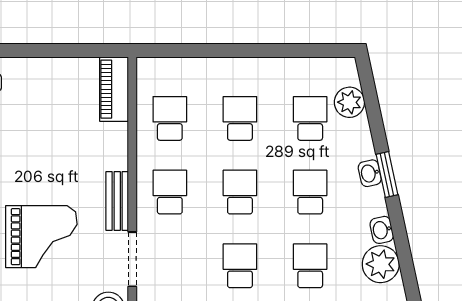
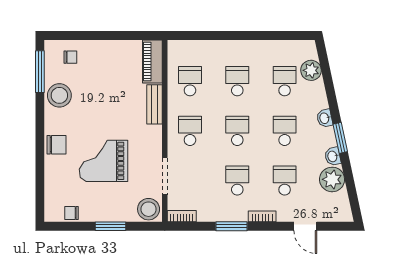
window: (387, 174) -> (340, 138), moved
bench: (117, 201) -> (155, 104), moved
grand piano: (41, 237) -> (103, 161), turned 180

